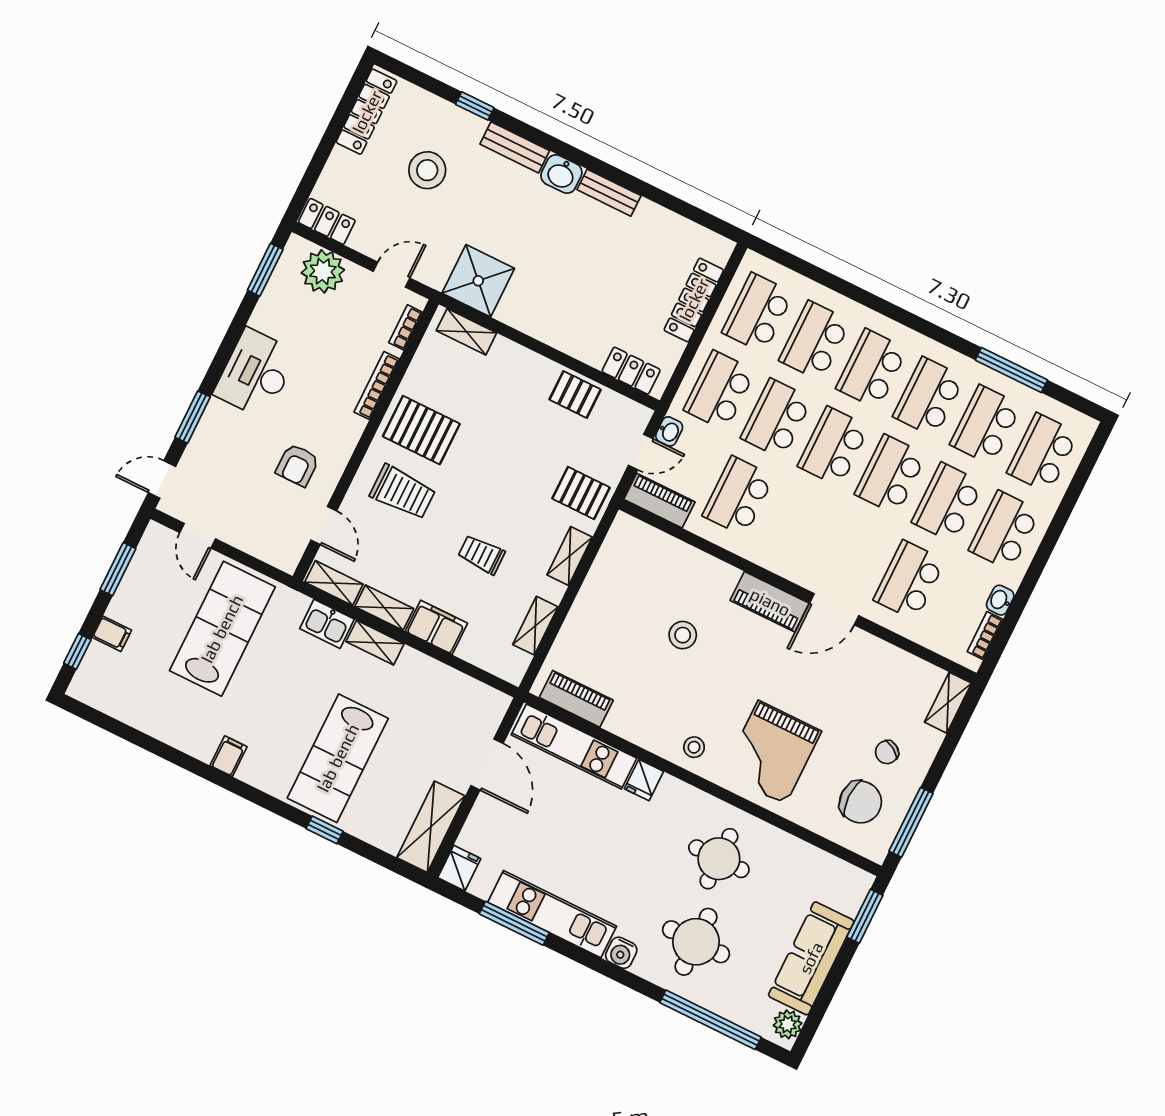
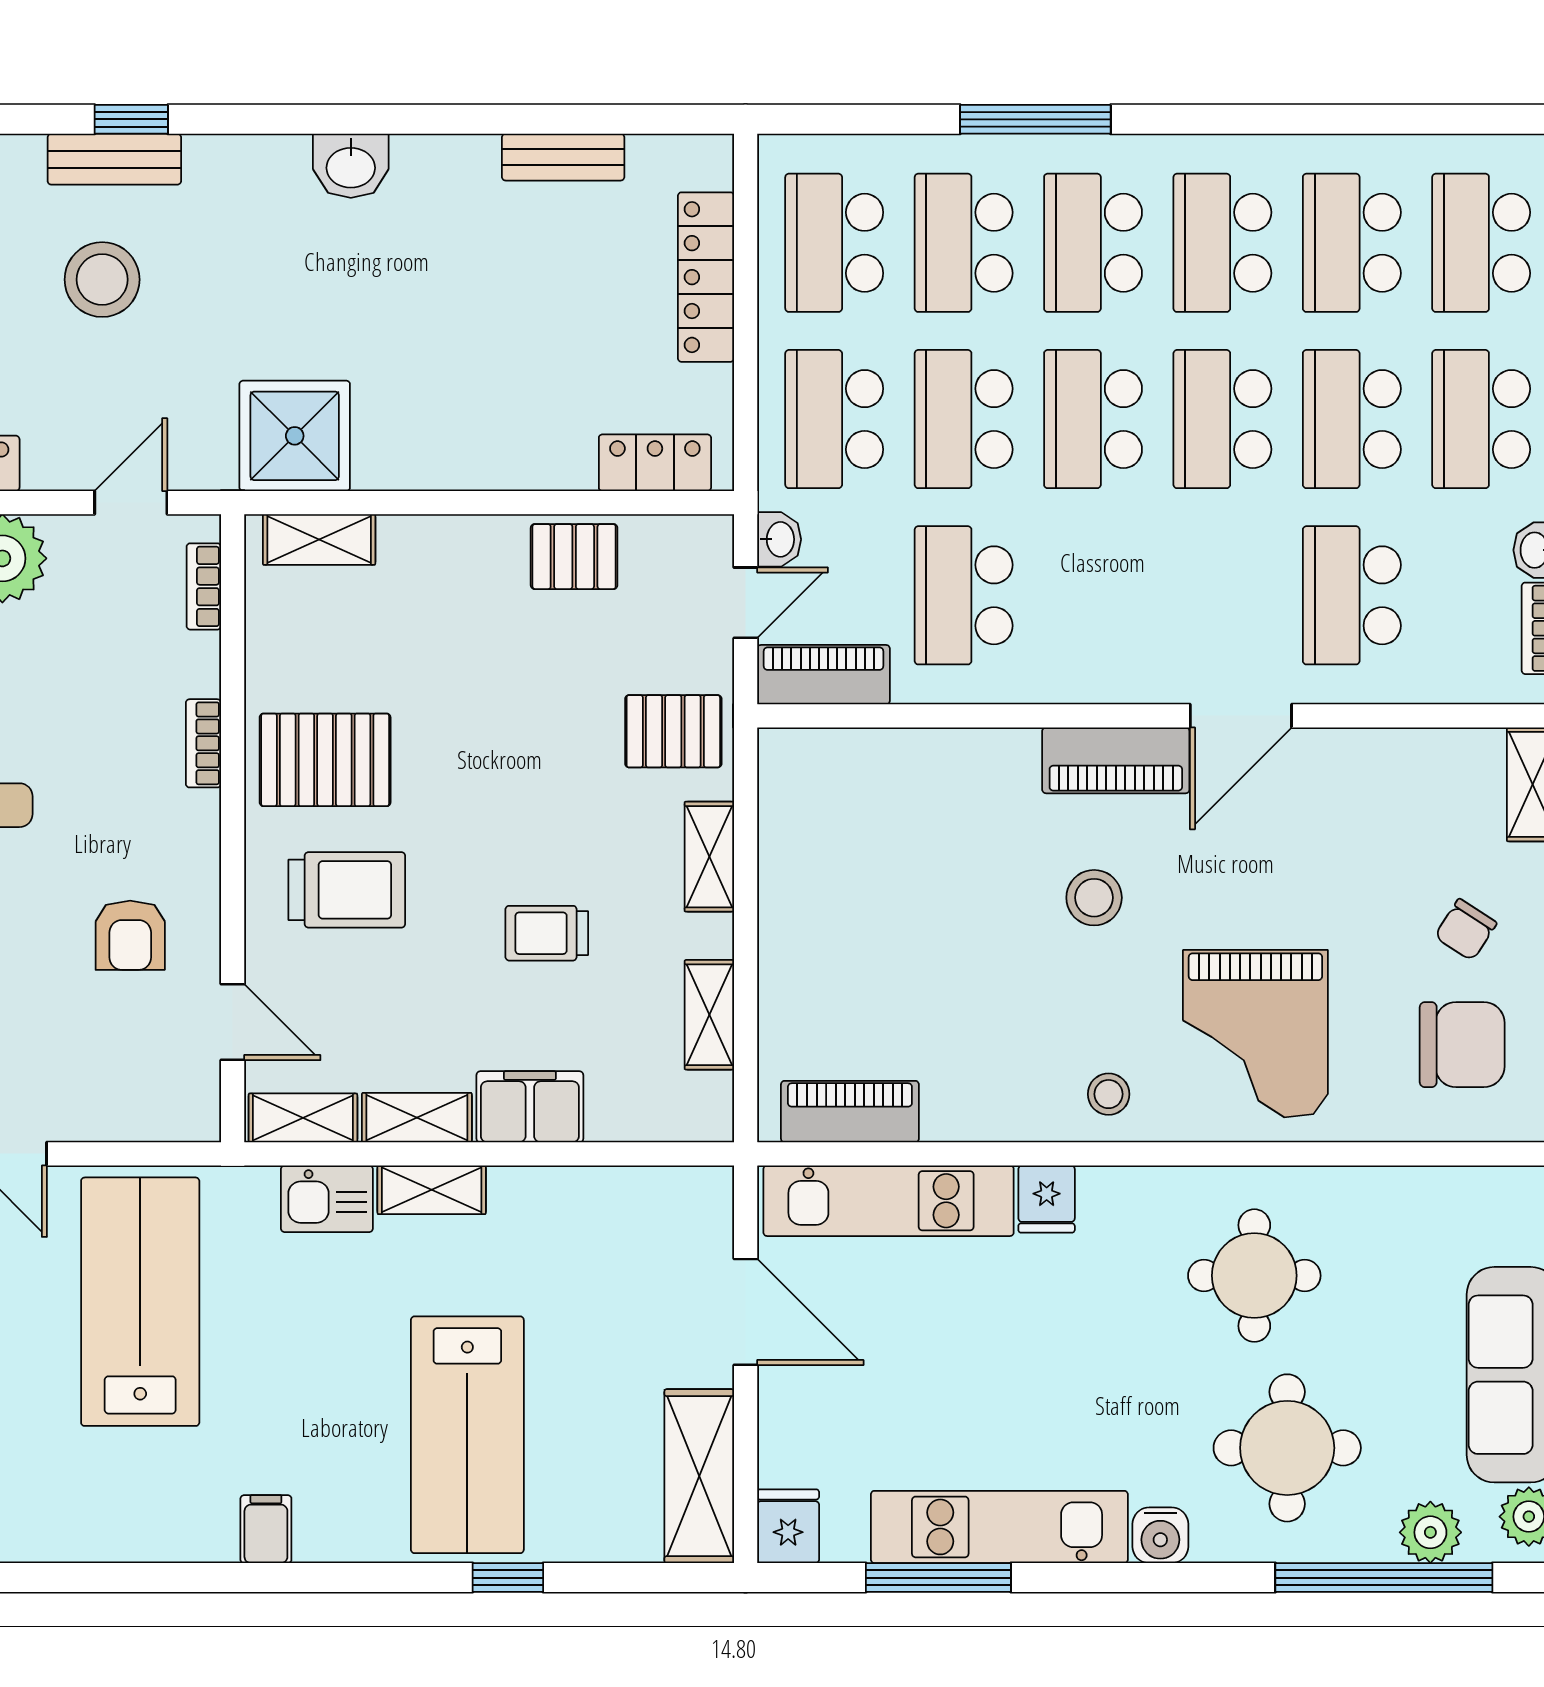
bench: (515, 147) -> (114, 159), moved
bench: (609, 193) -> (563, 157), moved
window: (1011, 370) -> (1035, 119), moved
bookcase: (377, 386) -> (203, 743), width x0.64
stool: (683, 635) -> (1094, 898), moved
plant: (741, 1010) -> (1430, 1532), added

